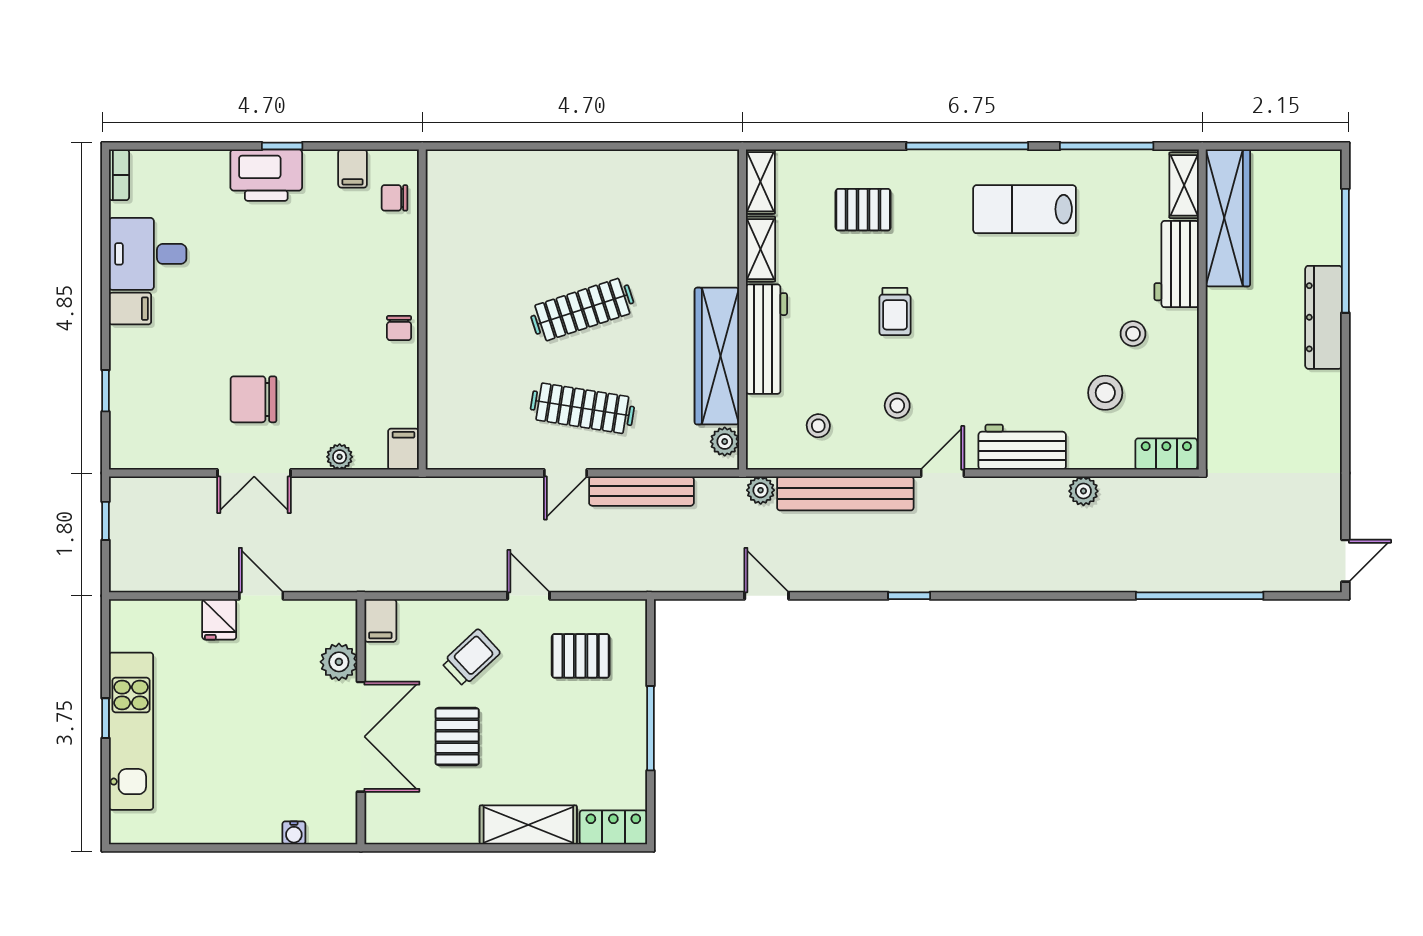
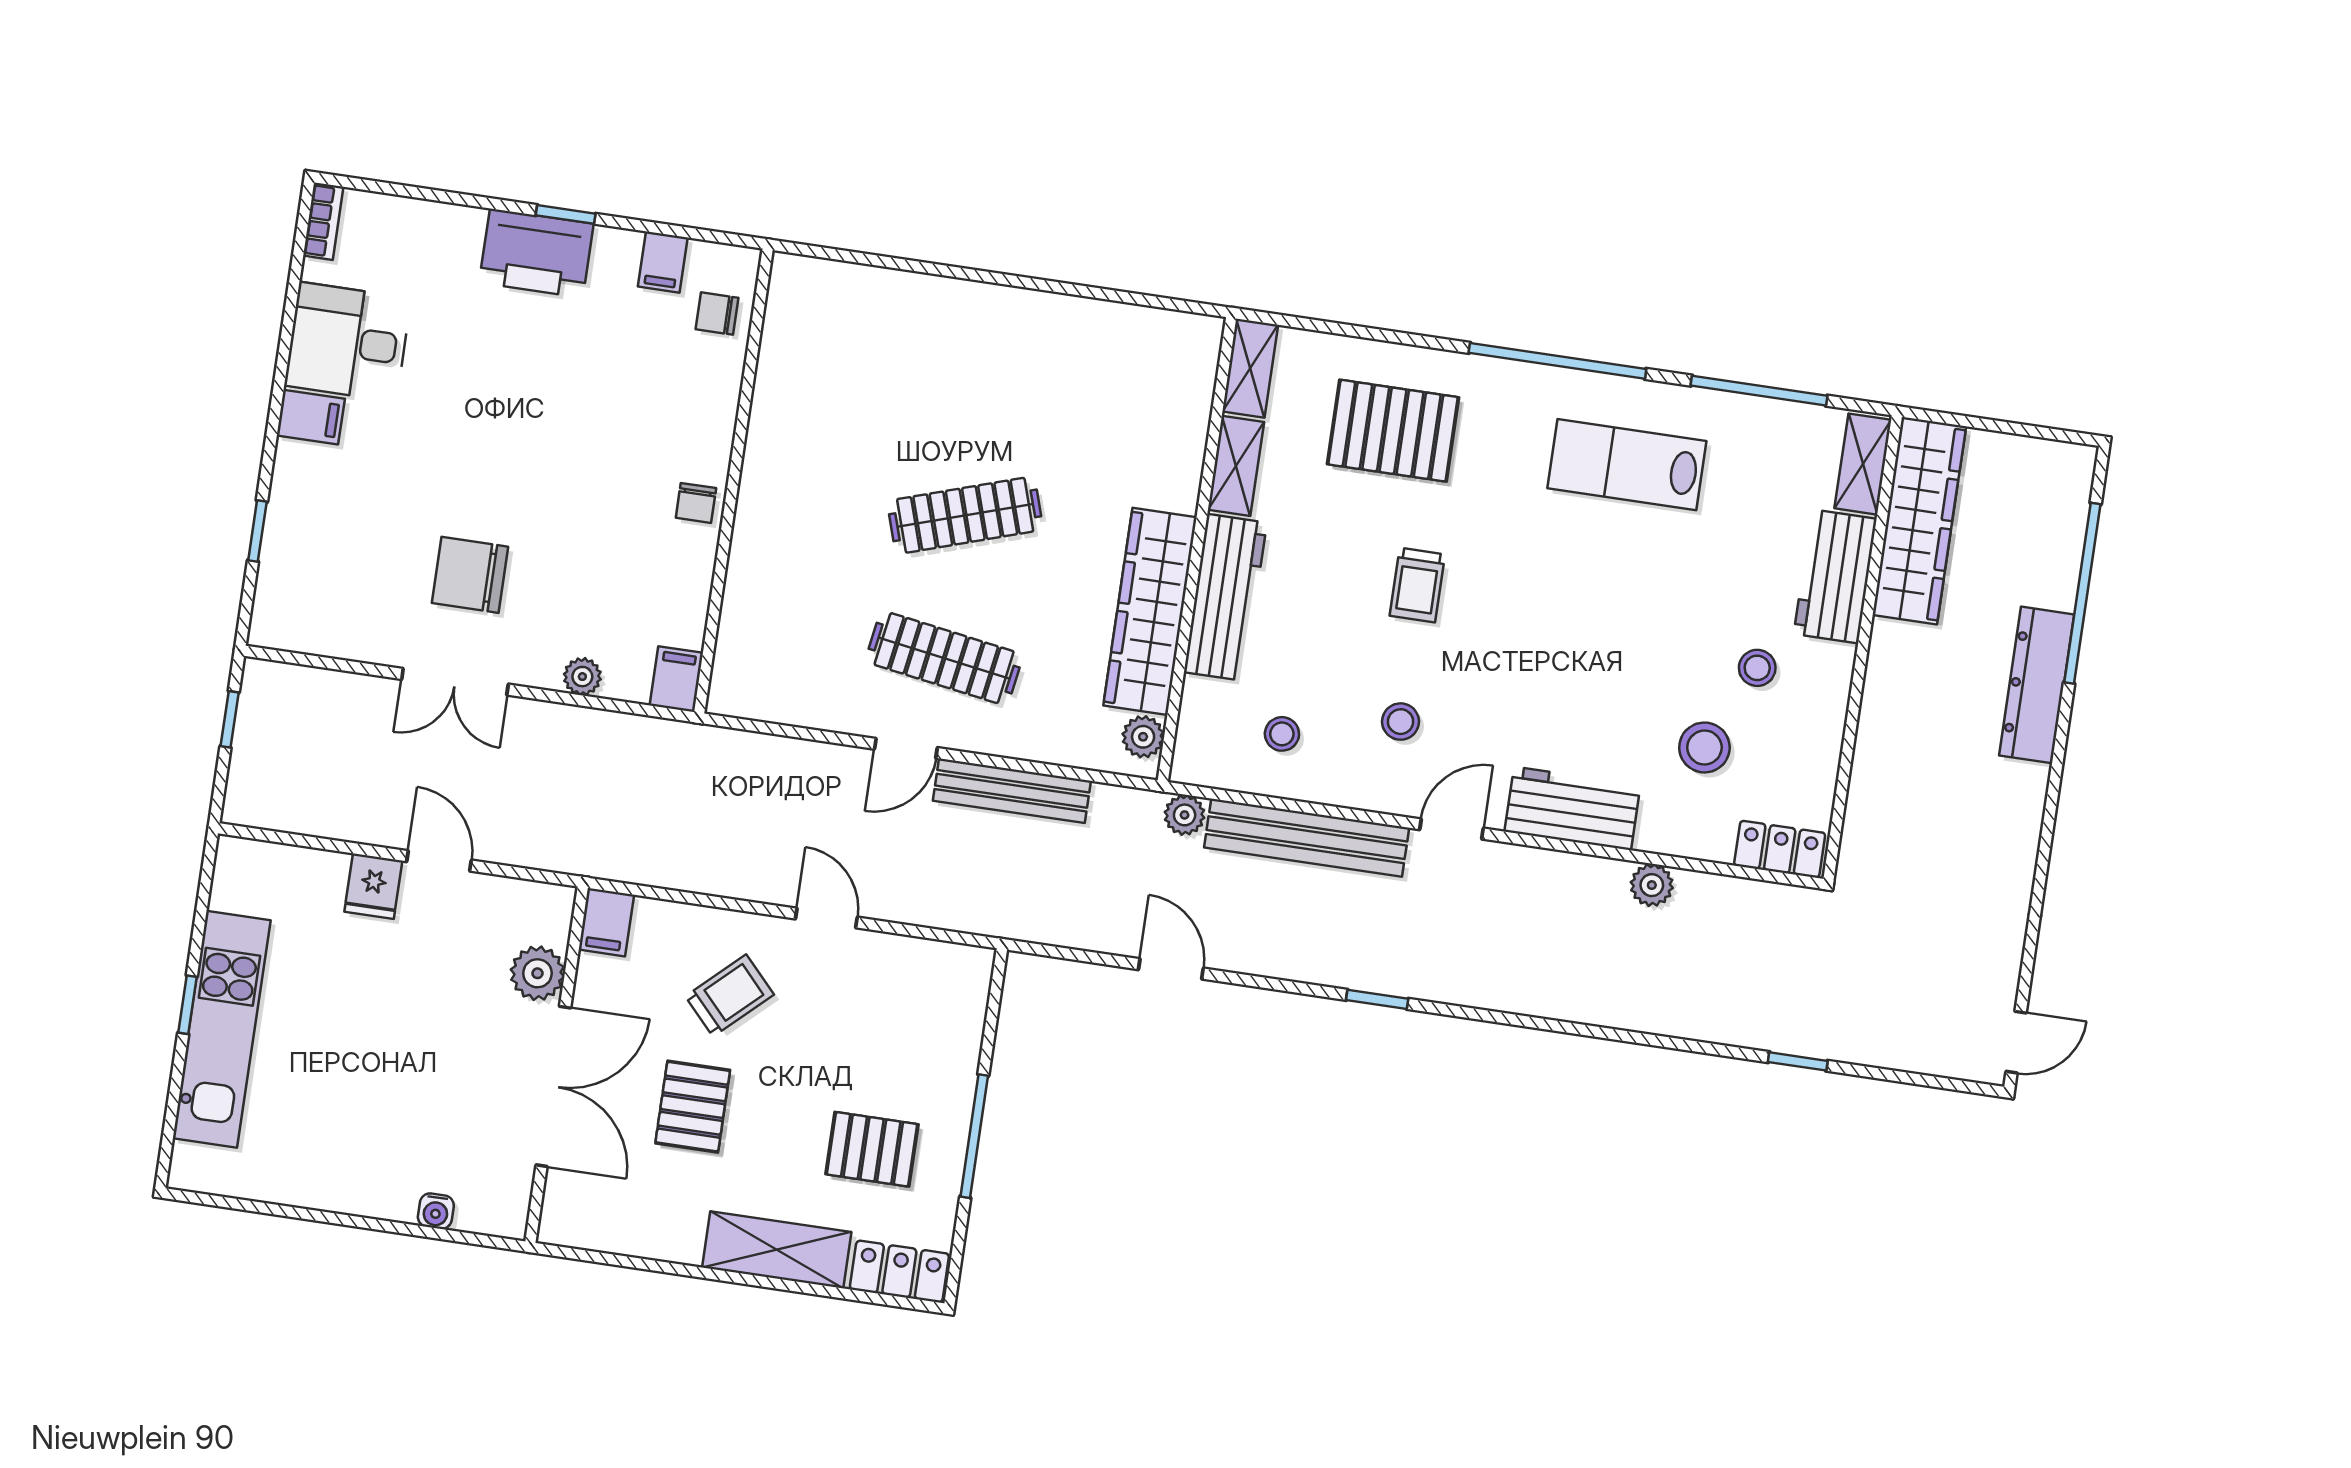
pallet: (863, 210) -> (1393, 431), width x1.50, depth x1.42
window: (1200, 596) -> (1798, 1061), width x0.32
pallet: (581, 656) -> (872, 1149), moved

